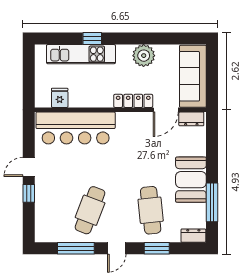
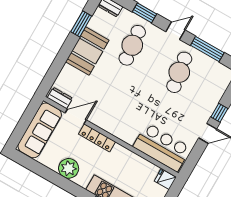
fridge: (60, 98) -> (165, 179), moved, turned 90
bar counter: (76, 128) -> (162, 147), width x0.73
window: (212, 202) -> (81, 24), width x0.69
cafe table: (90, 210) -> (179, 72), turned -30

